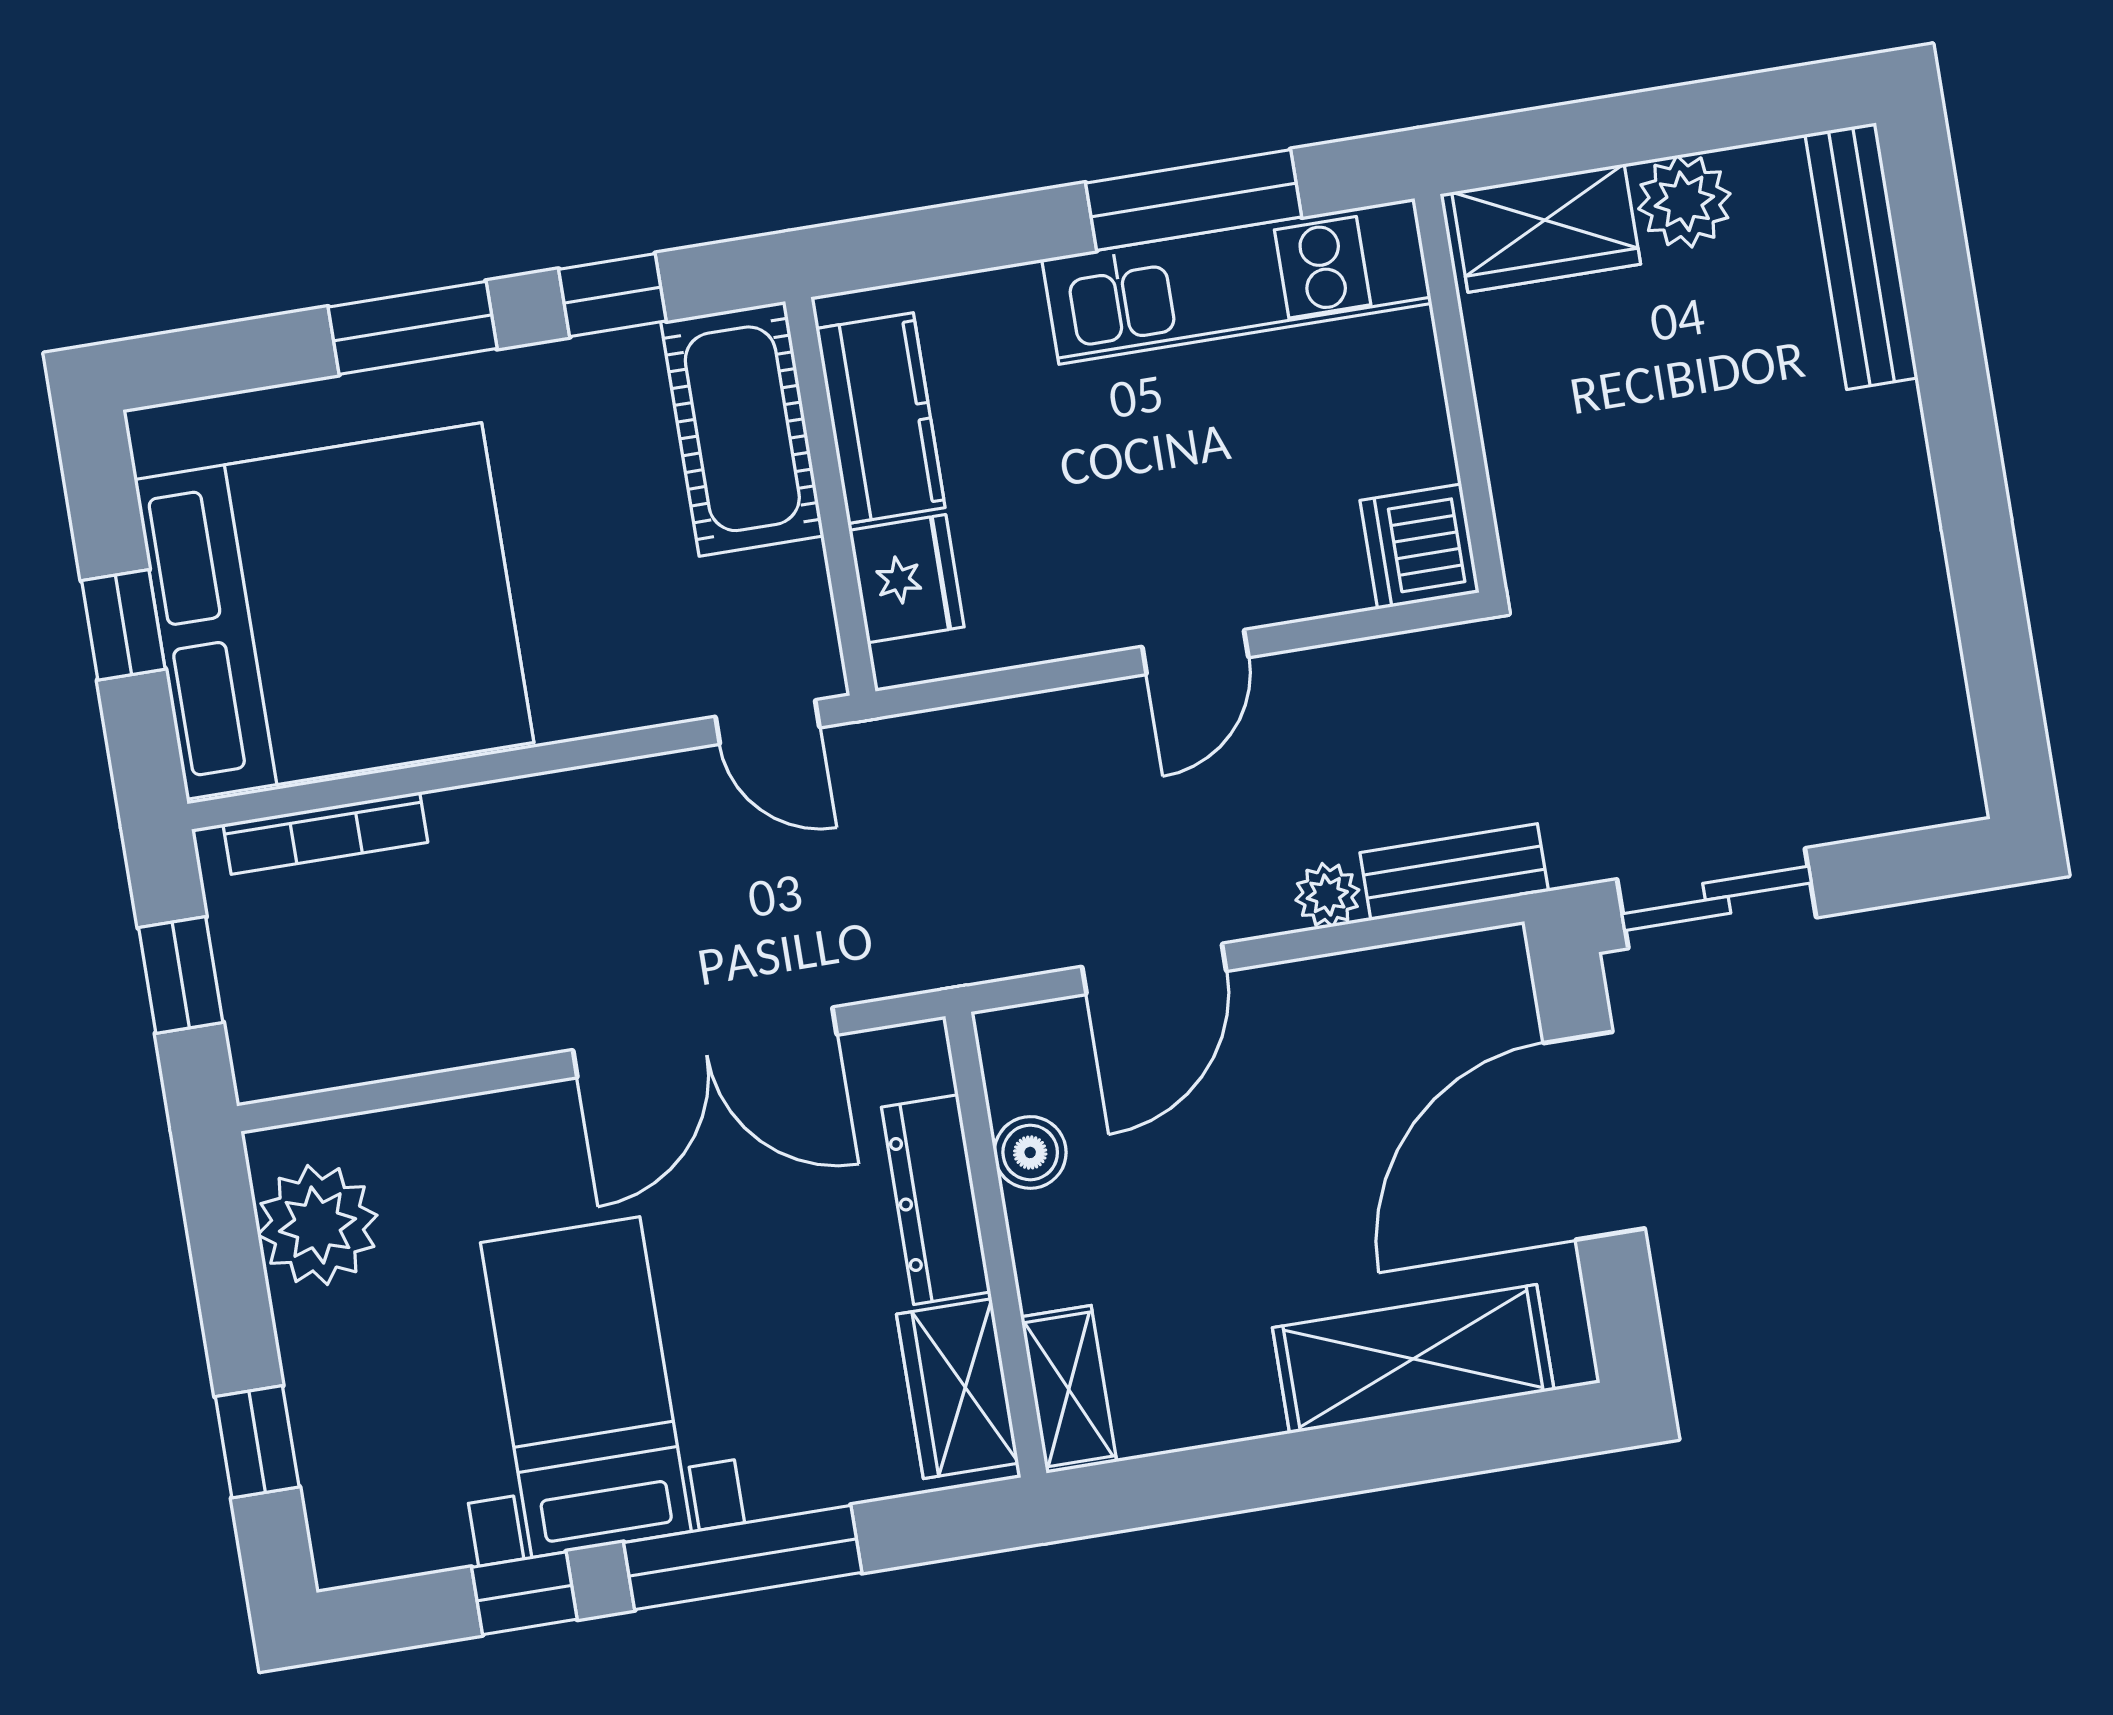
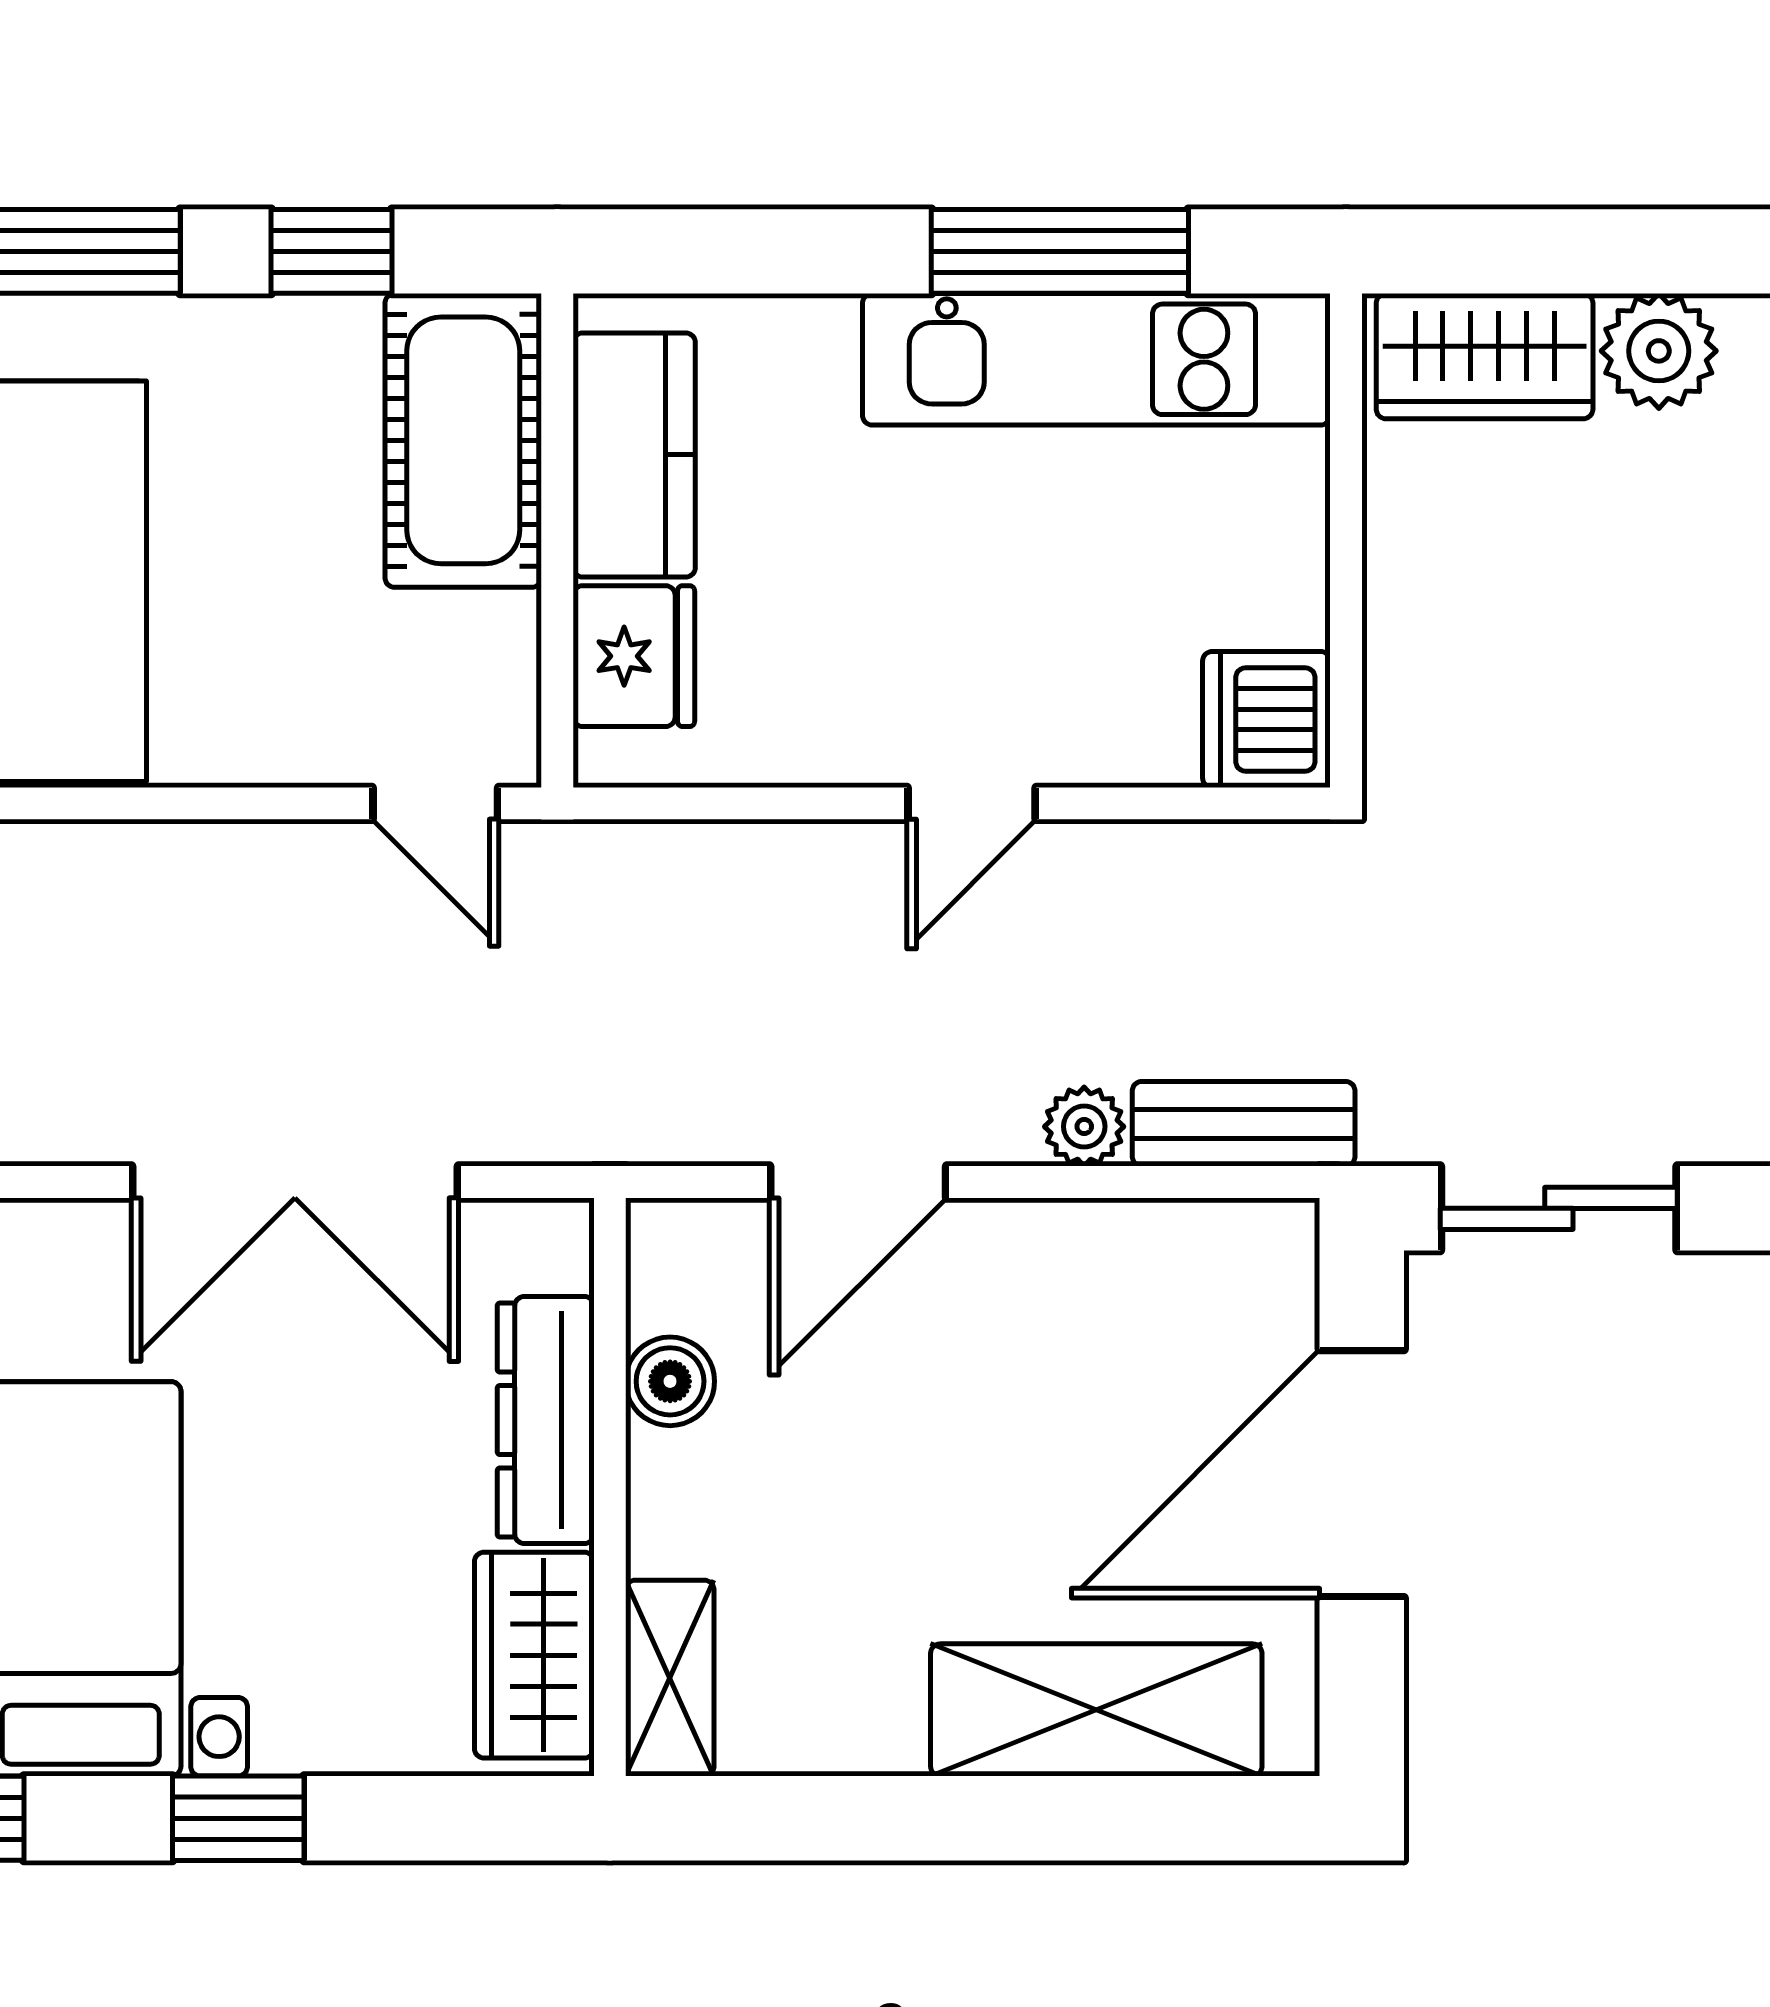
window: (743, 1557) -> (238, 1818), width x0.46

